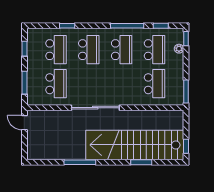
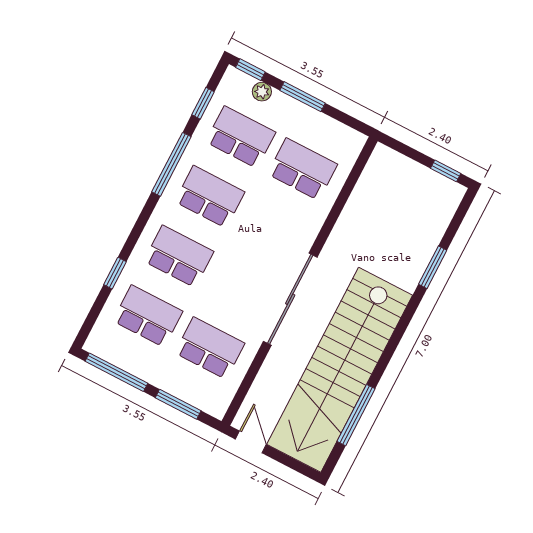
window: (24, 49) -> (116, 372), width x2.17
window: (186, 91) -> (303, 97), moved
door: (24, 123) -> (251, 442), swing flipped
stairs: (135, 145) -> (340, 370), moved
window: (80, 162) -> (356, 415), moved

